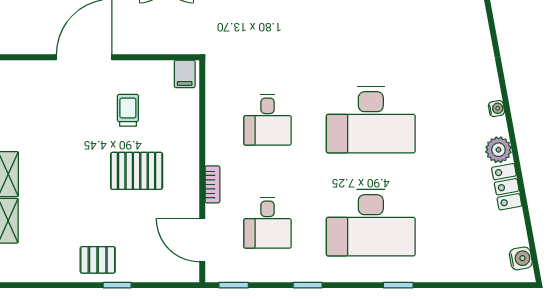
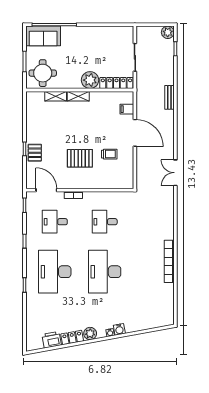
filing cabinet: (185, 74) -> (127, 109), moved
pallet: (137, 171) -> (80, 158), turned 90
printer: (511, 229) -> (52, 340), added
door: (202, 240) -> (46, 190), hinge flipped
water cooler: (521, 258) -> (119, 329), moved
pallet: (98, 260) -> (35, 153), moved

